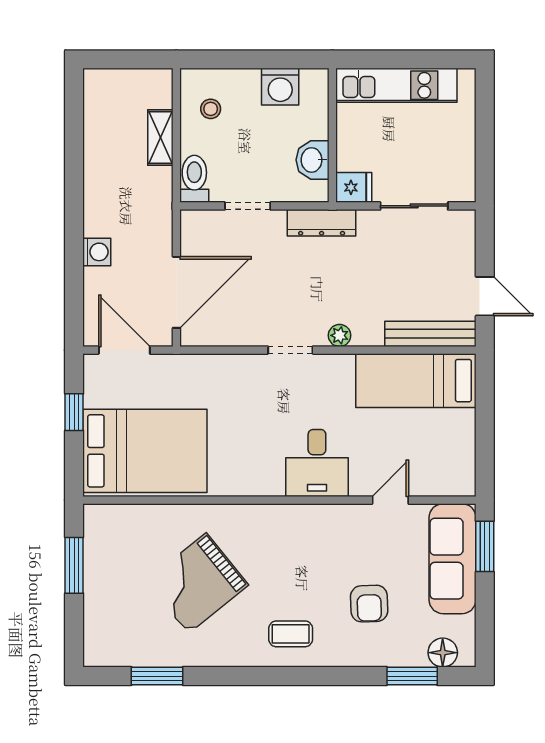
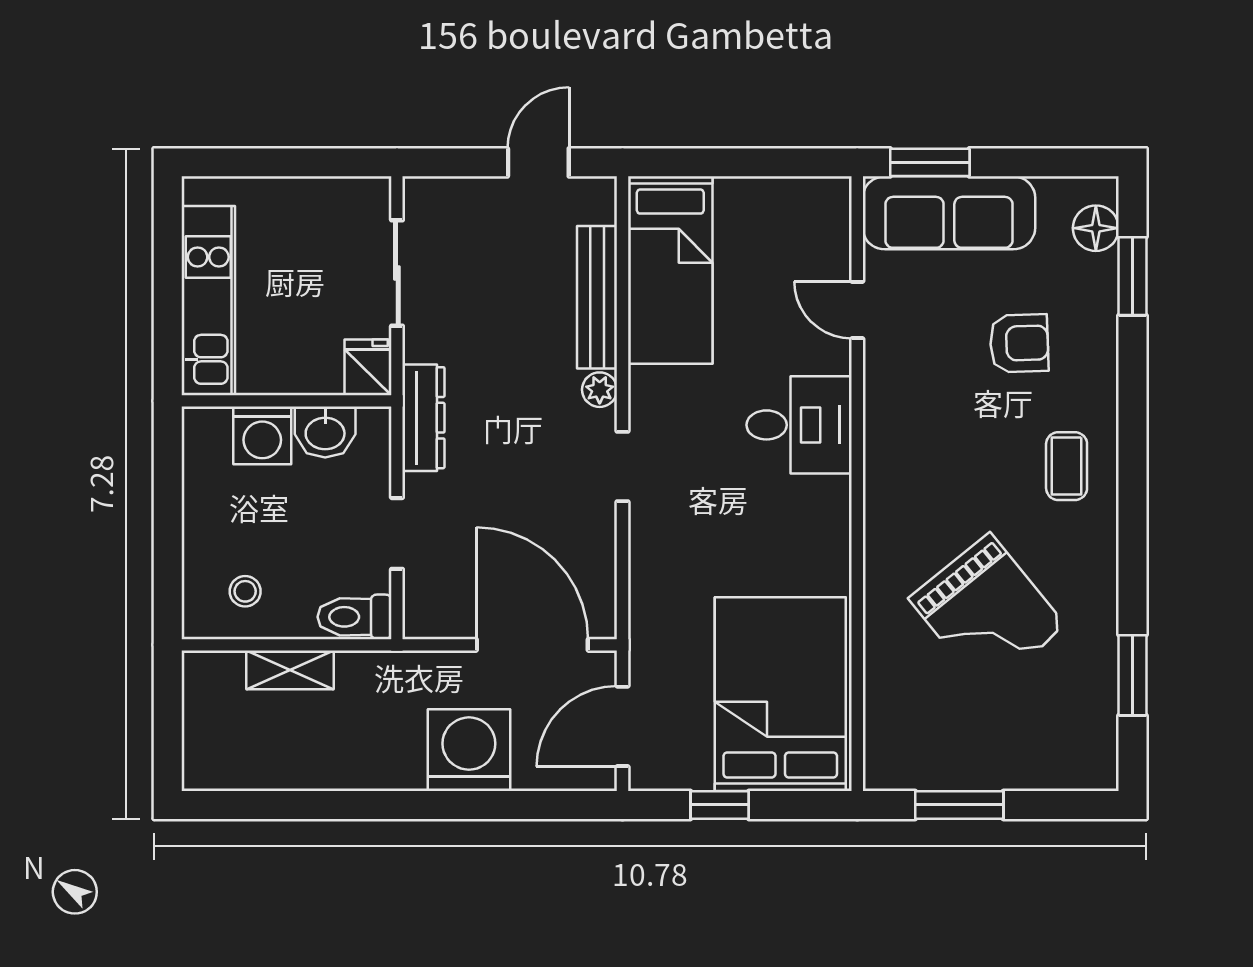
washing machine: (280, 87) -> (262, 435), moved, turned 90
washing machine: (97, 252) -> (469, 750), width x1.89, depth x1.89
bench: (430, 334) -> (597, 297), moved

